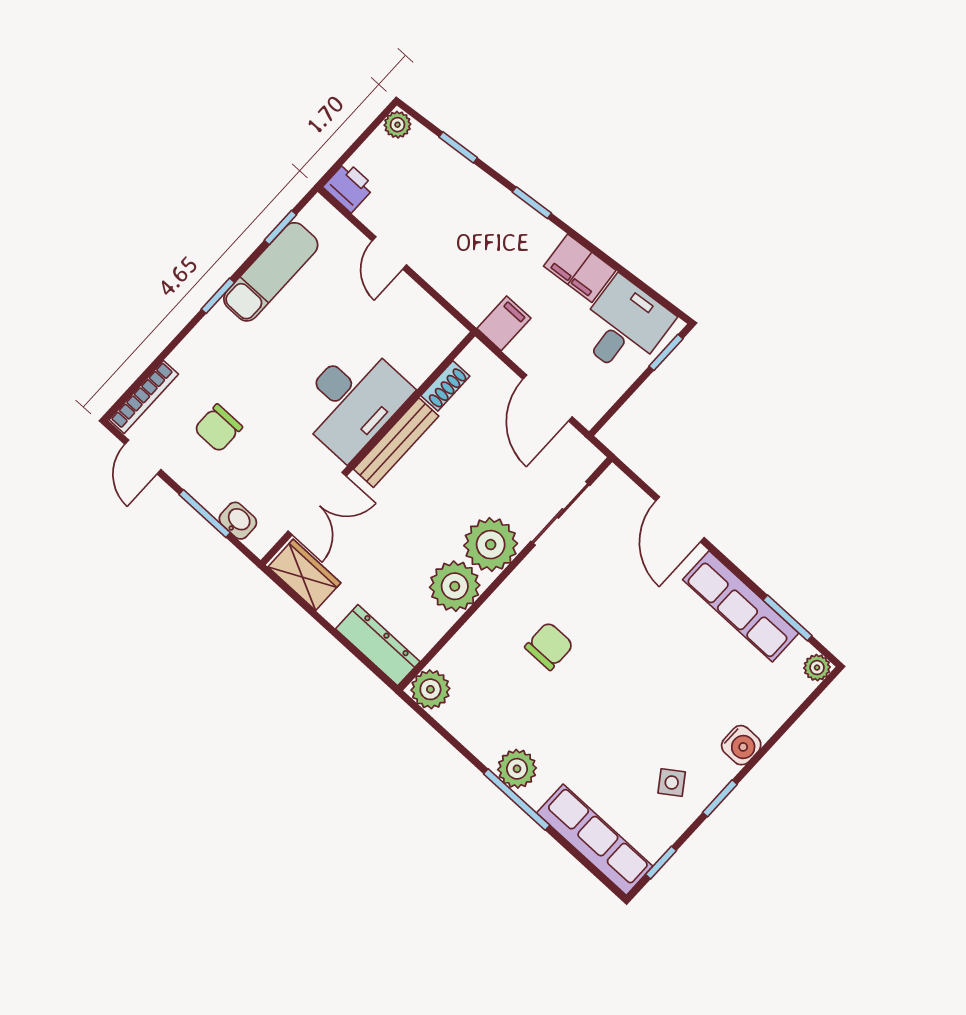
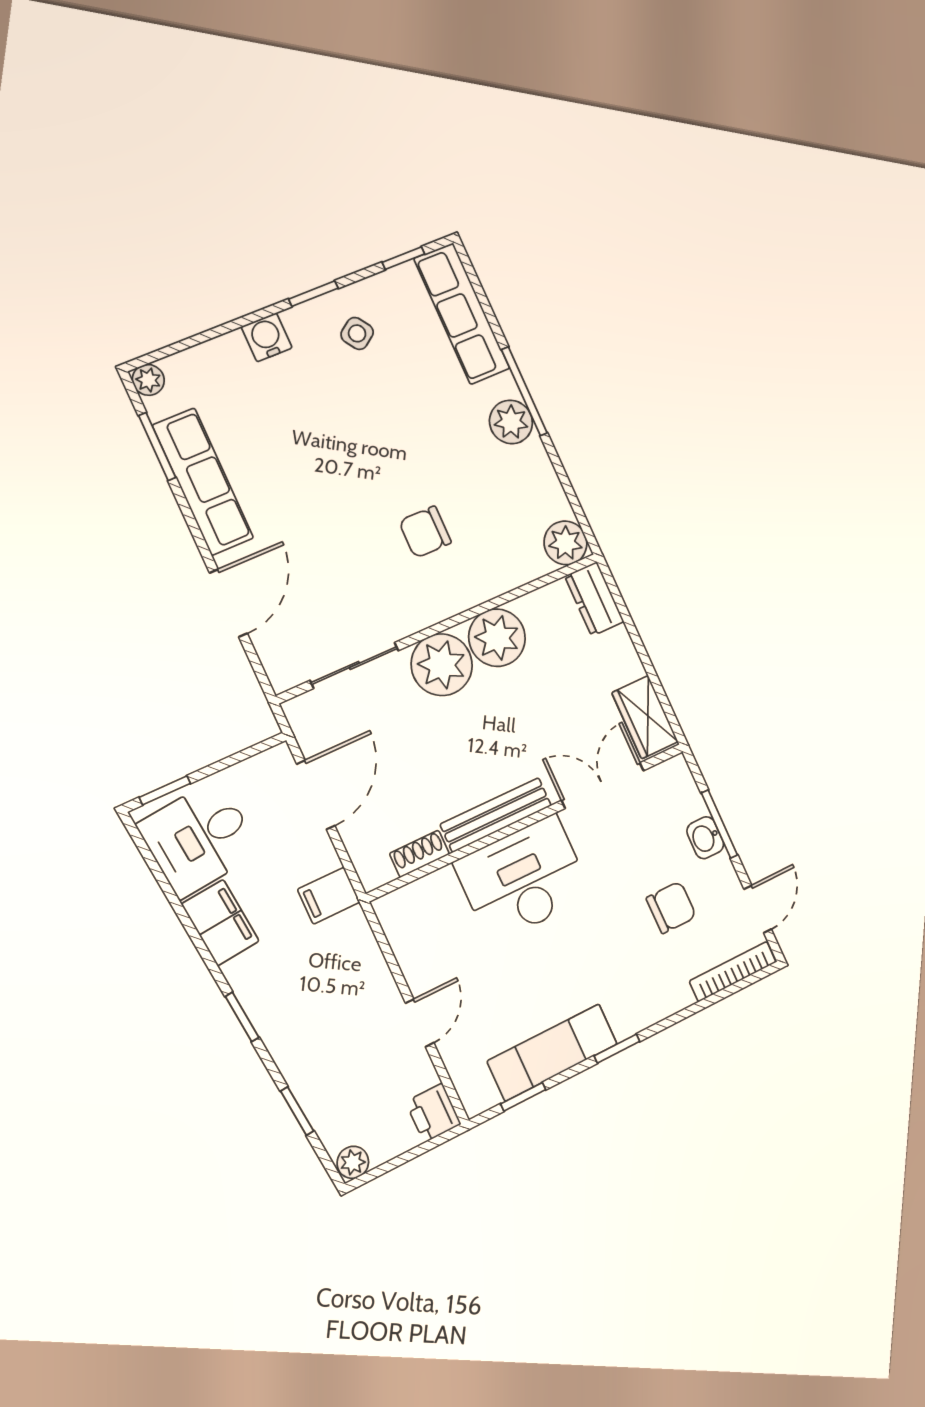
washbasin: (238, 521) -> (705, 838), moved
dresser: (378, 645) -> (594, 599), width x0.70

